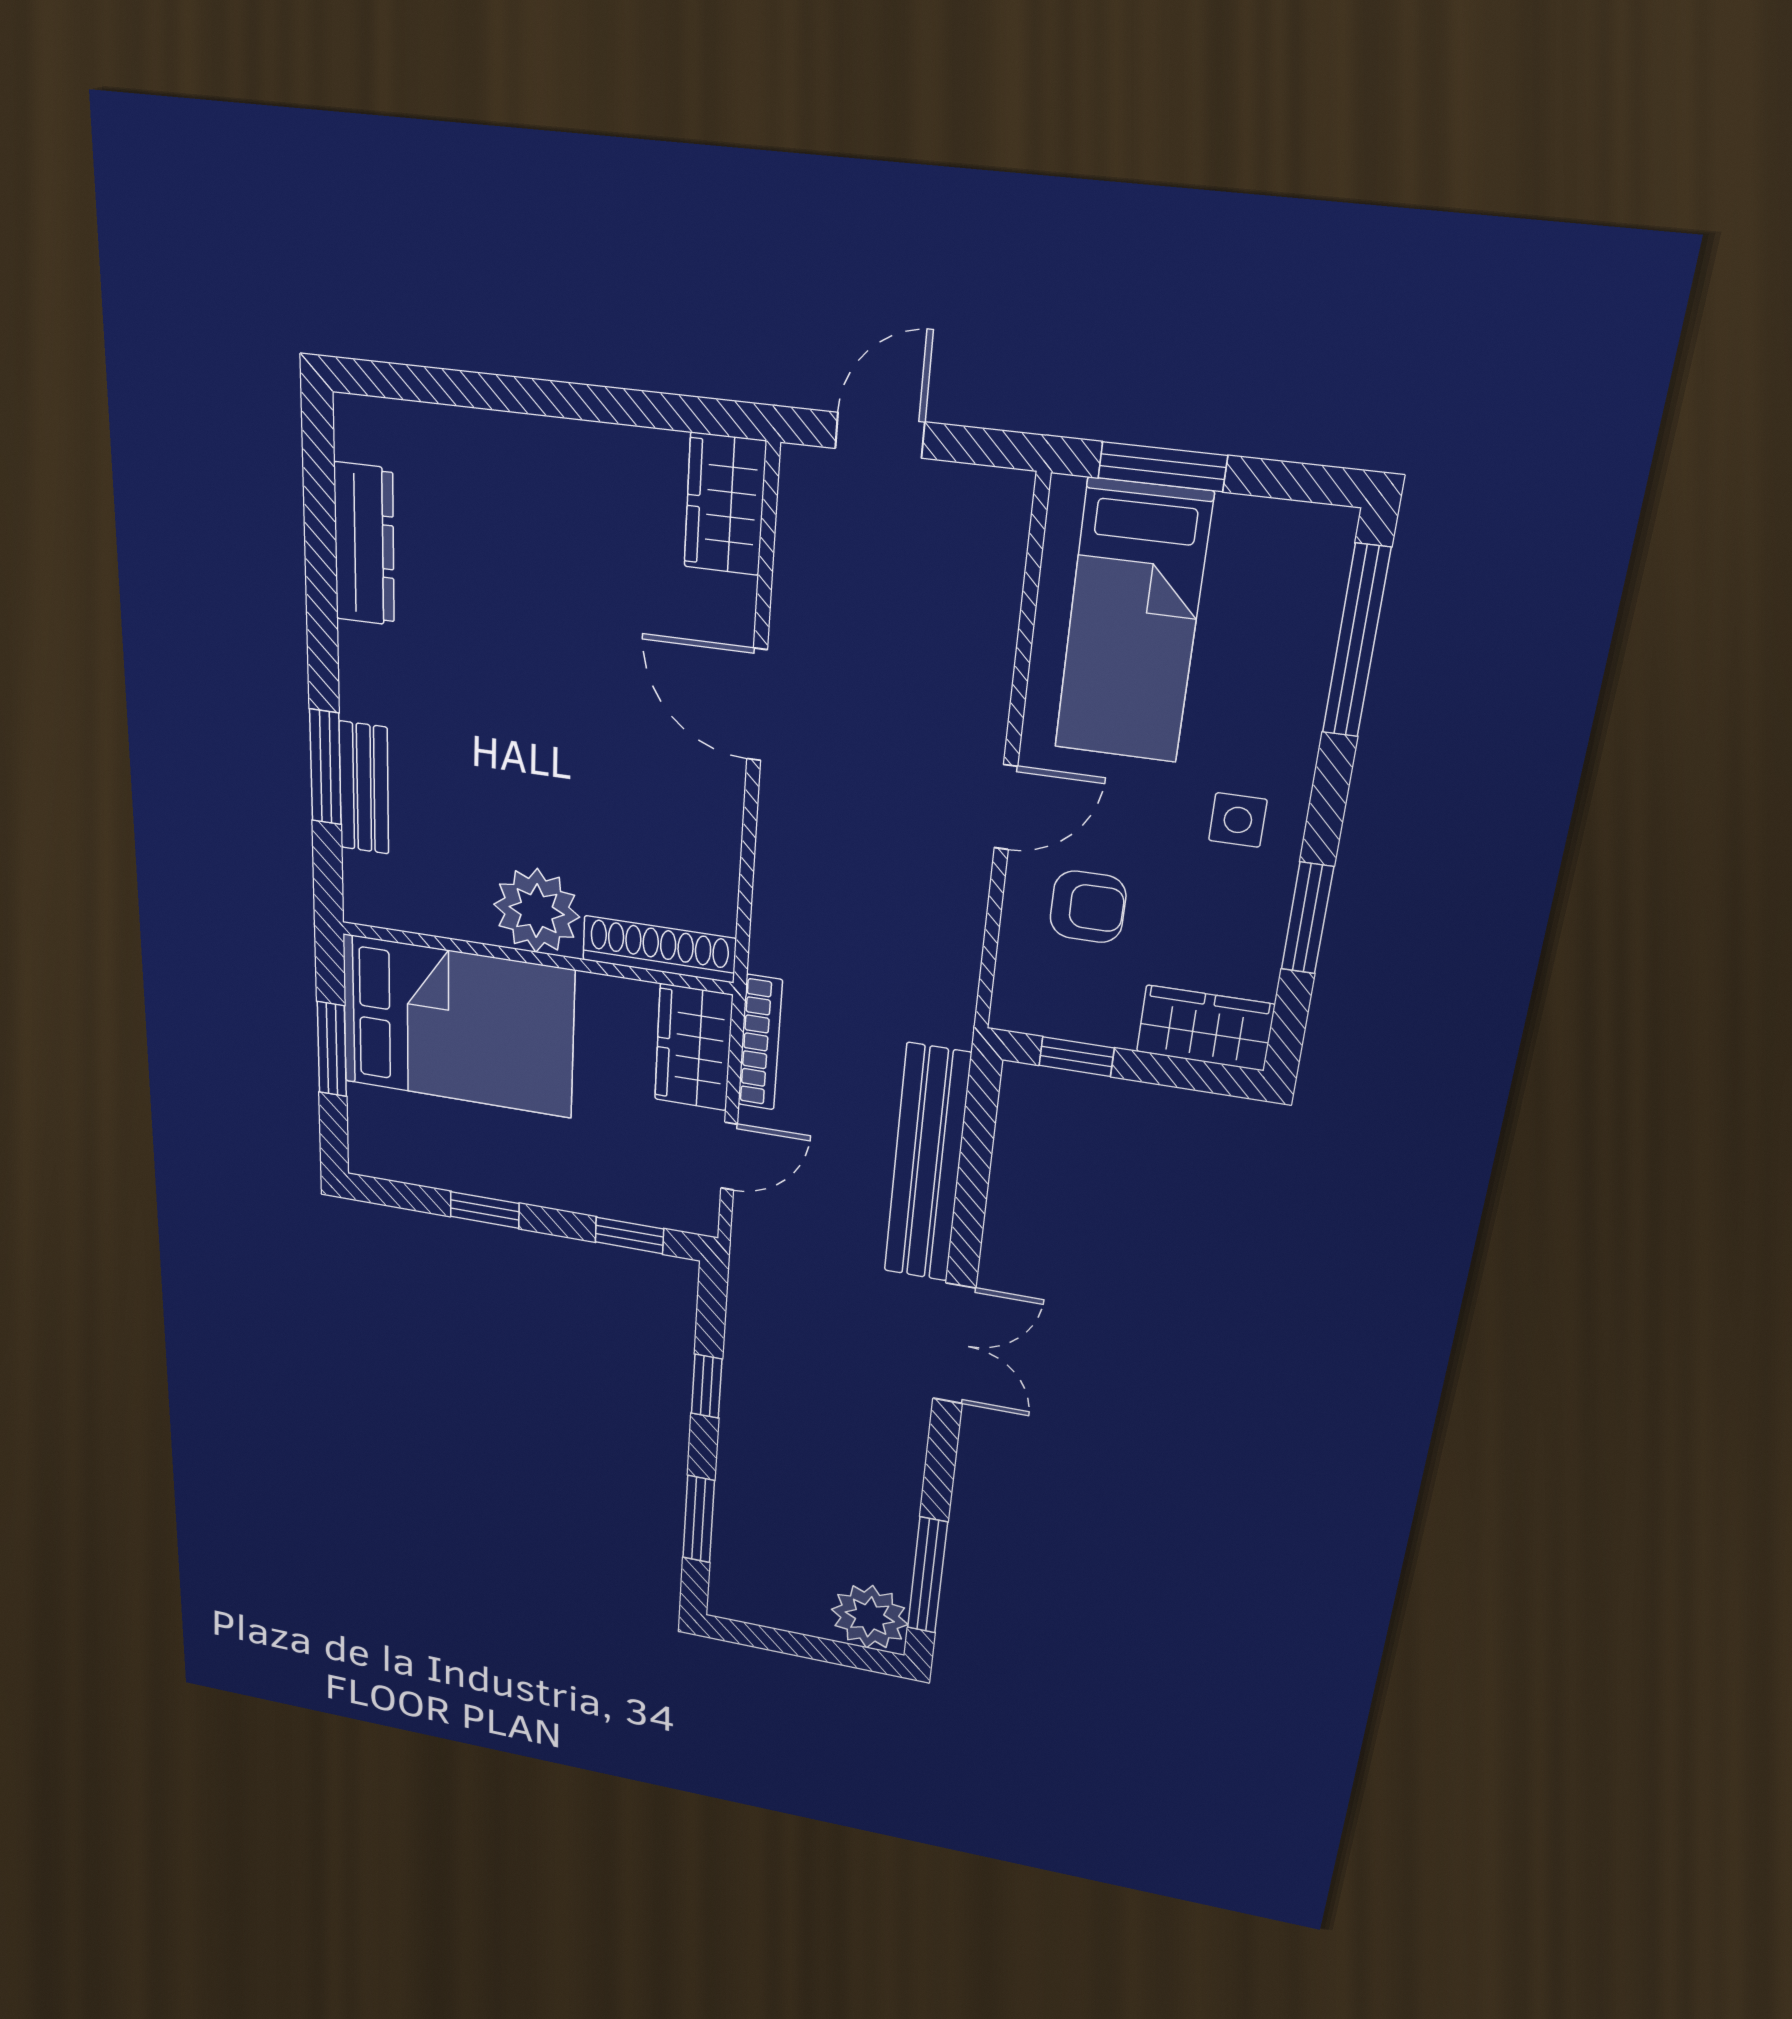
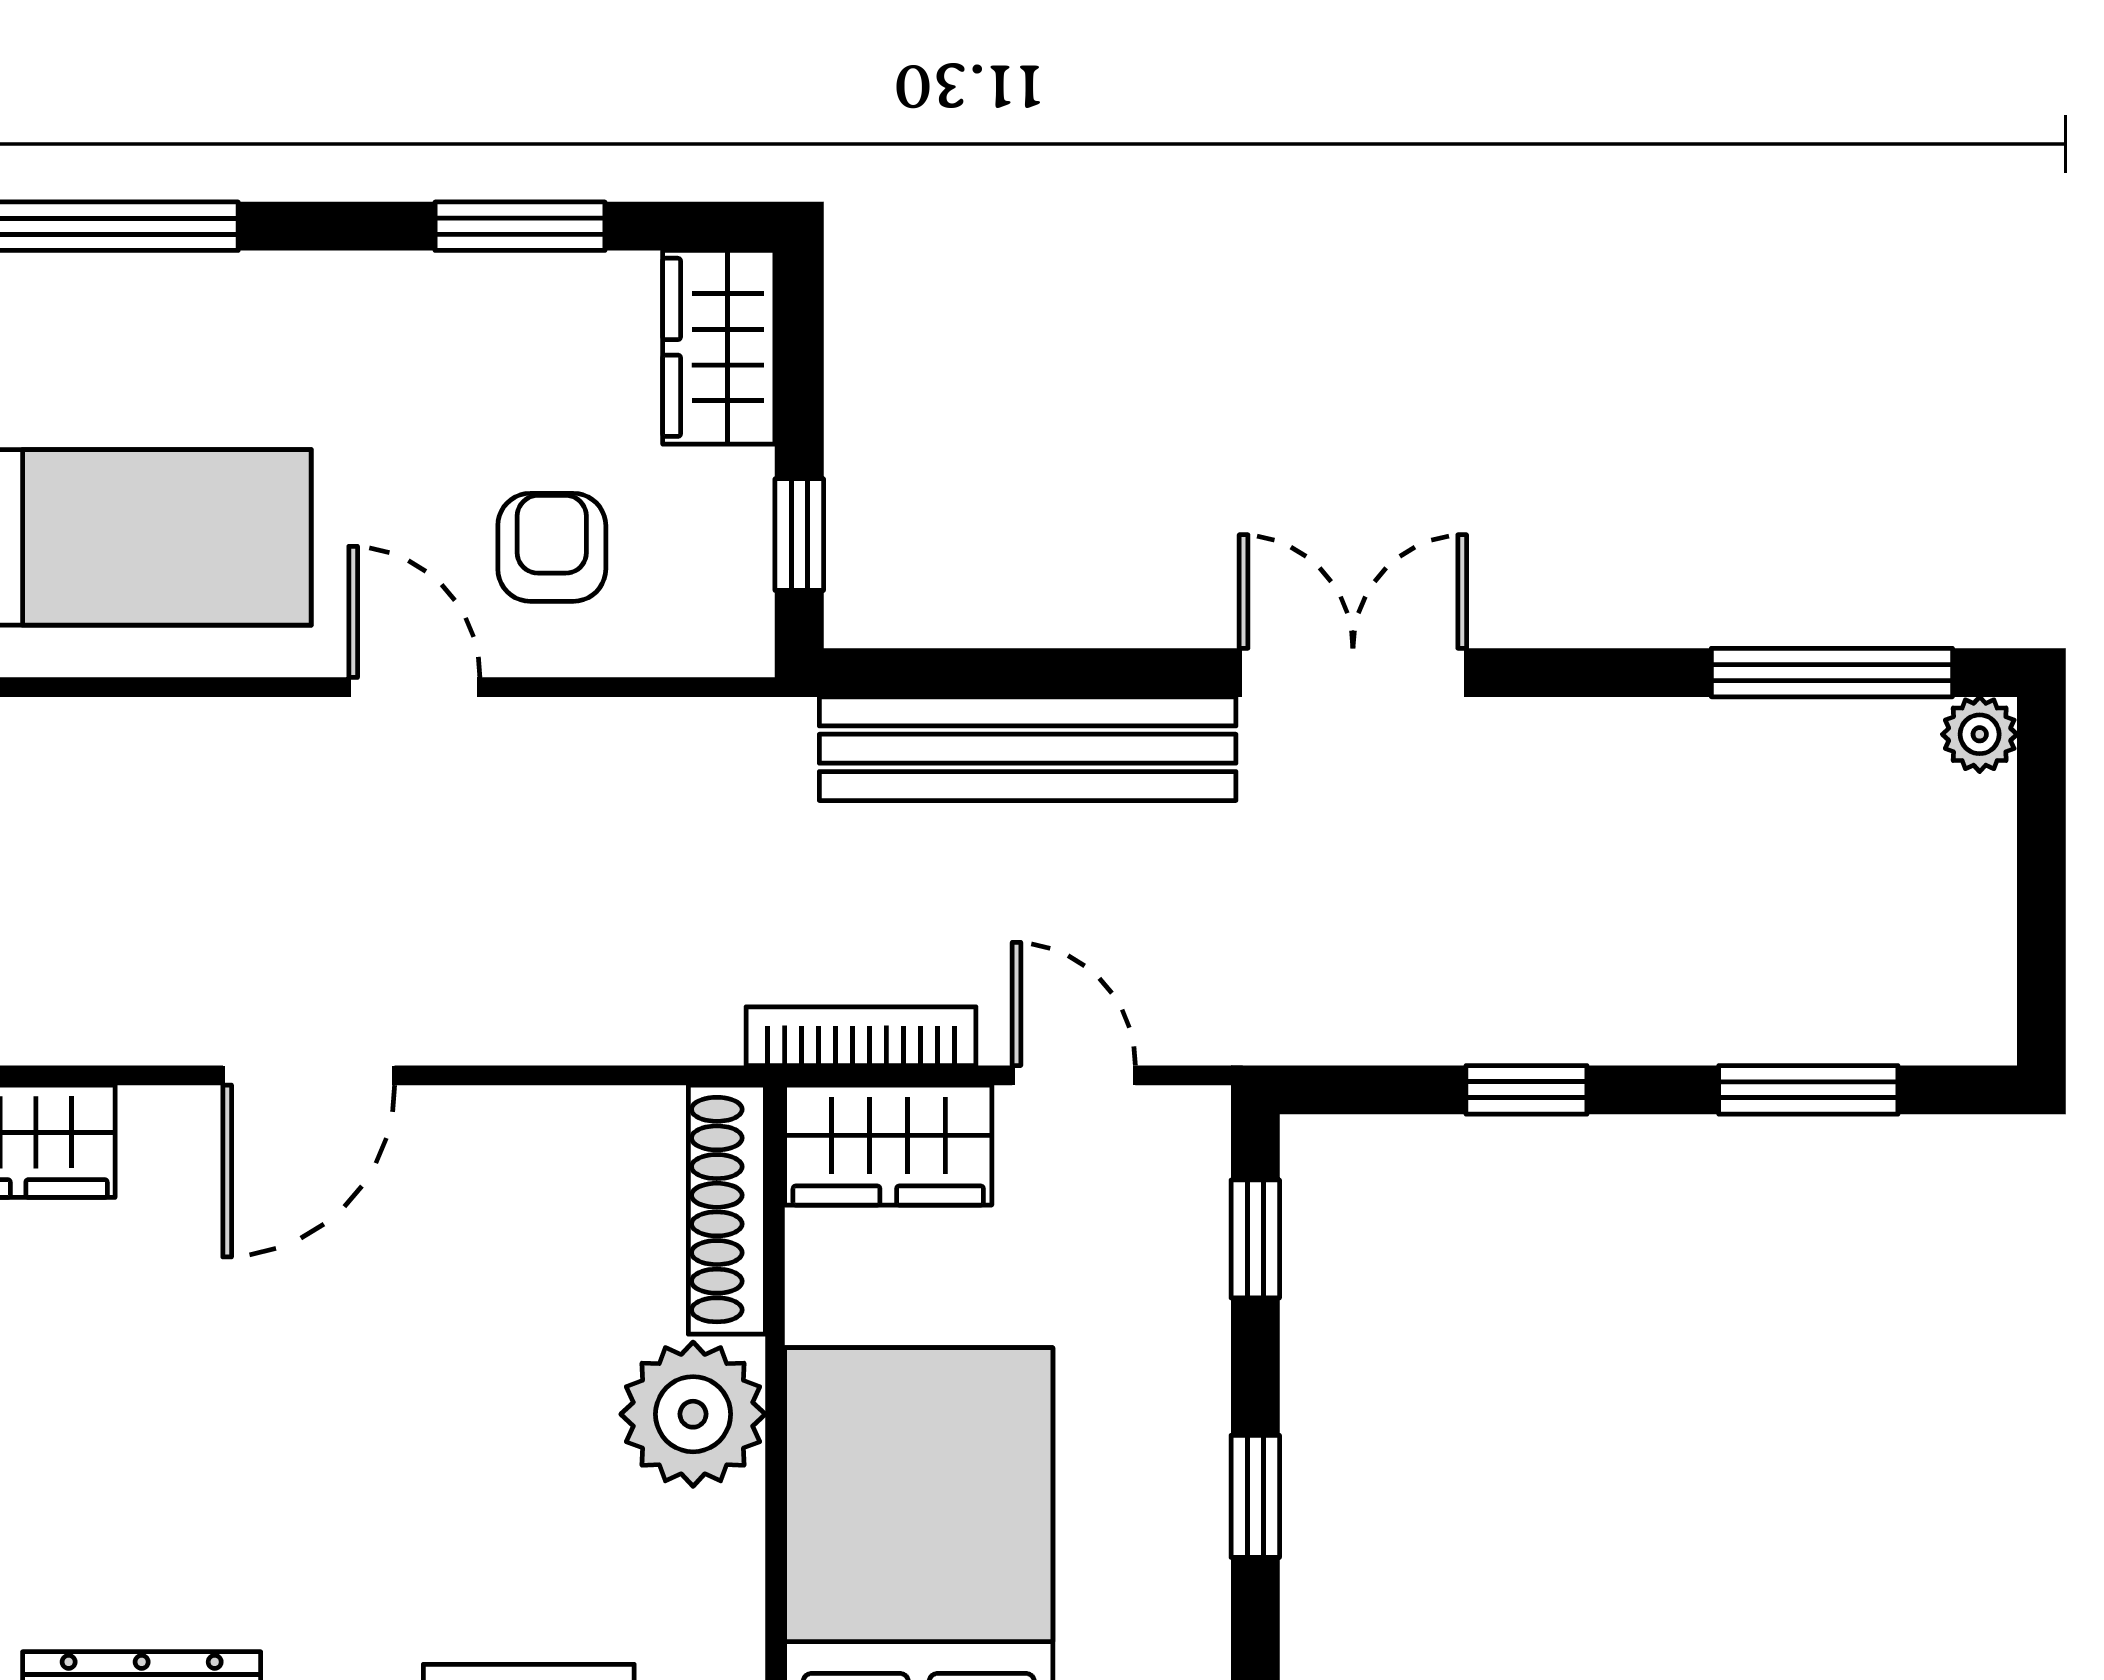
side table: (1238, 820) -> (385, 348), removed
plant: (870, 1617) -> (1980, 734), width x0.53, depth x0.53

